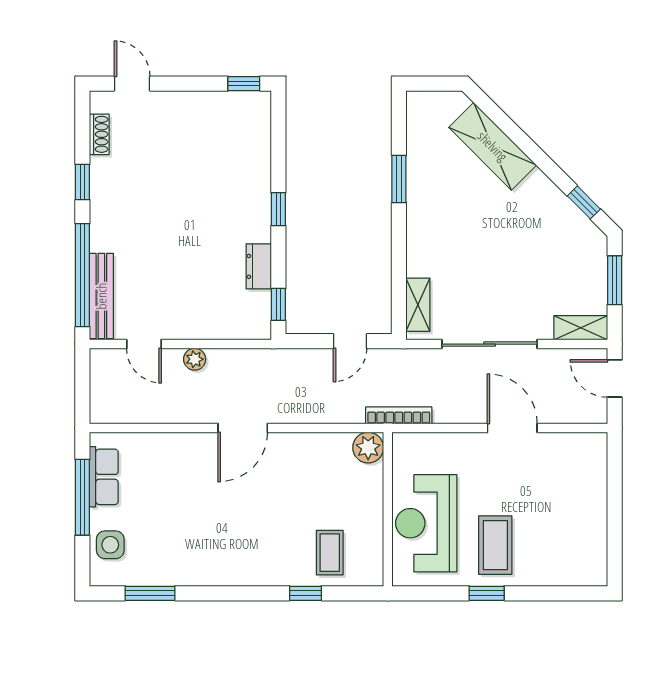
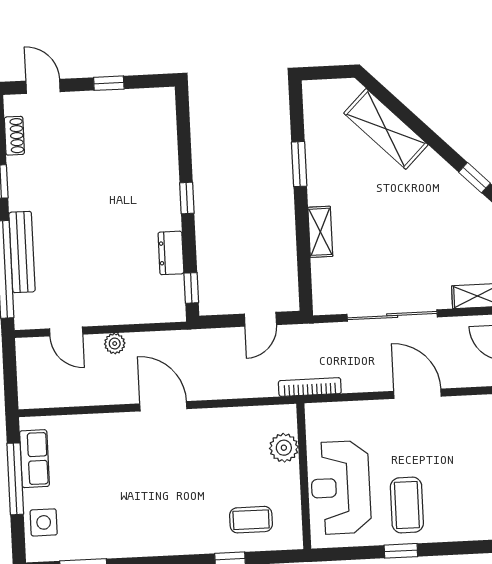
window: (244, 84) -> (109, 83), moved
bench: (101, 296) -> (22, 252), moved
shelving: (418, 305) -> (320, 232), moved
door: (243, 428) -> (163, 406), swing flipped
plant: (368, 448) -> (284, 448), moved
coffee table: (330, 553) -> (251, 520), turned 90

